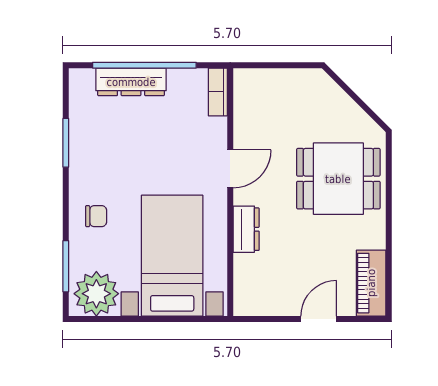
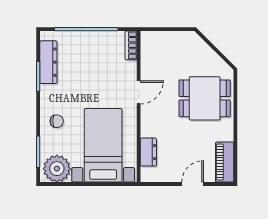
dresser: (131, 82) -> (48, 62), moved, turned -90
dresser: (246, 229) -> (148, 152), moved

